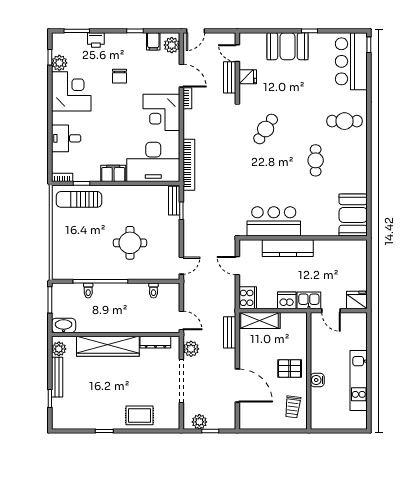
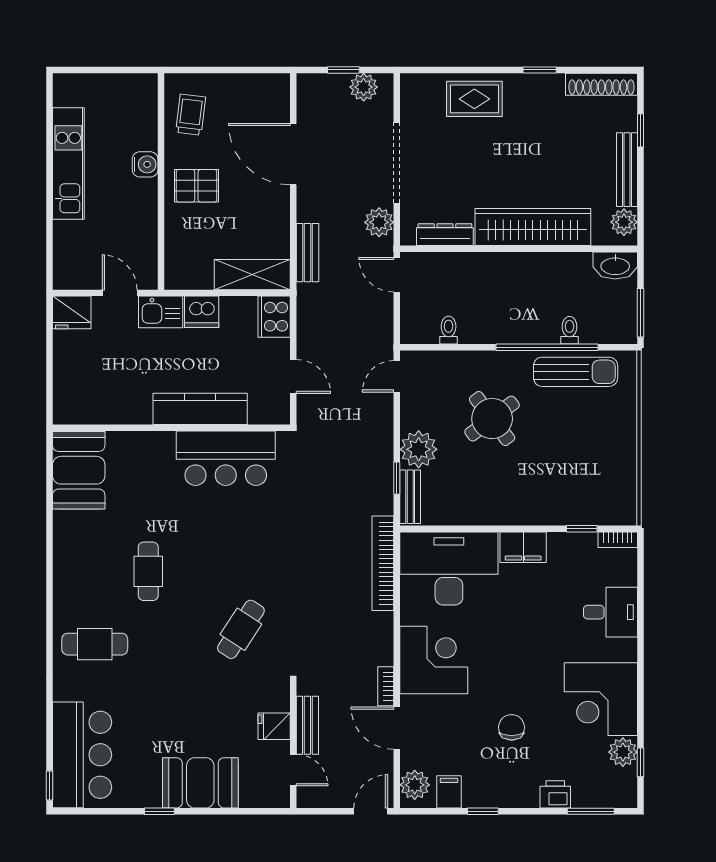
sun lounger: (79, 199) -> (576, 372), moved
plant: (170, 226) -> (419, 449), added
round table: (130, 243) -> (492, 419), turned -37
shoe rack: (71, 423) -> (601, 84), added

